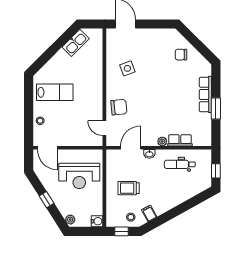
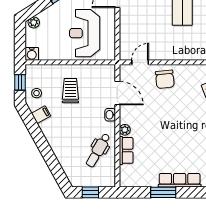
dental chair: (180, 164) -> (98, 150), turned -150

